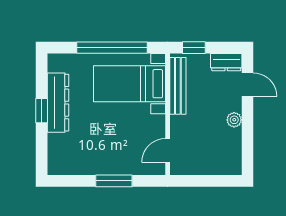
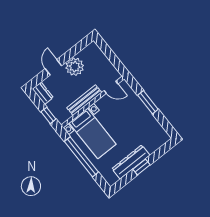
door: (247, 85) -> (53, 67), moved
bench: (178, 86) -> (84, 100), moved
plant: (234, 120) -> (75, 67), width x1.88, depth x1.88

